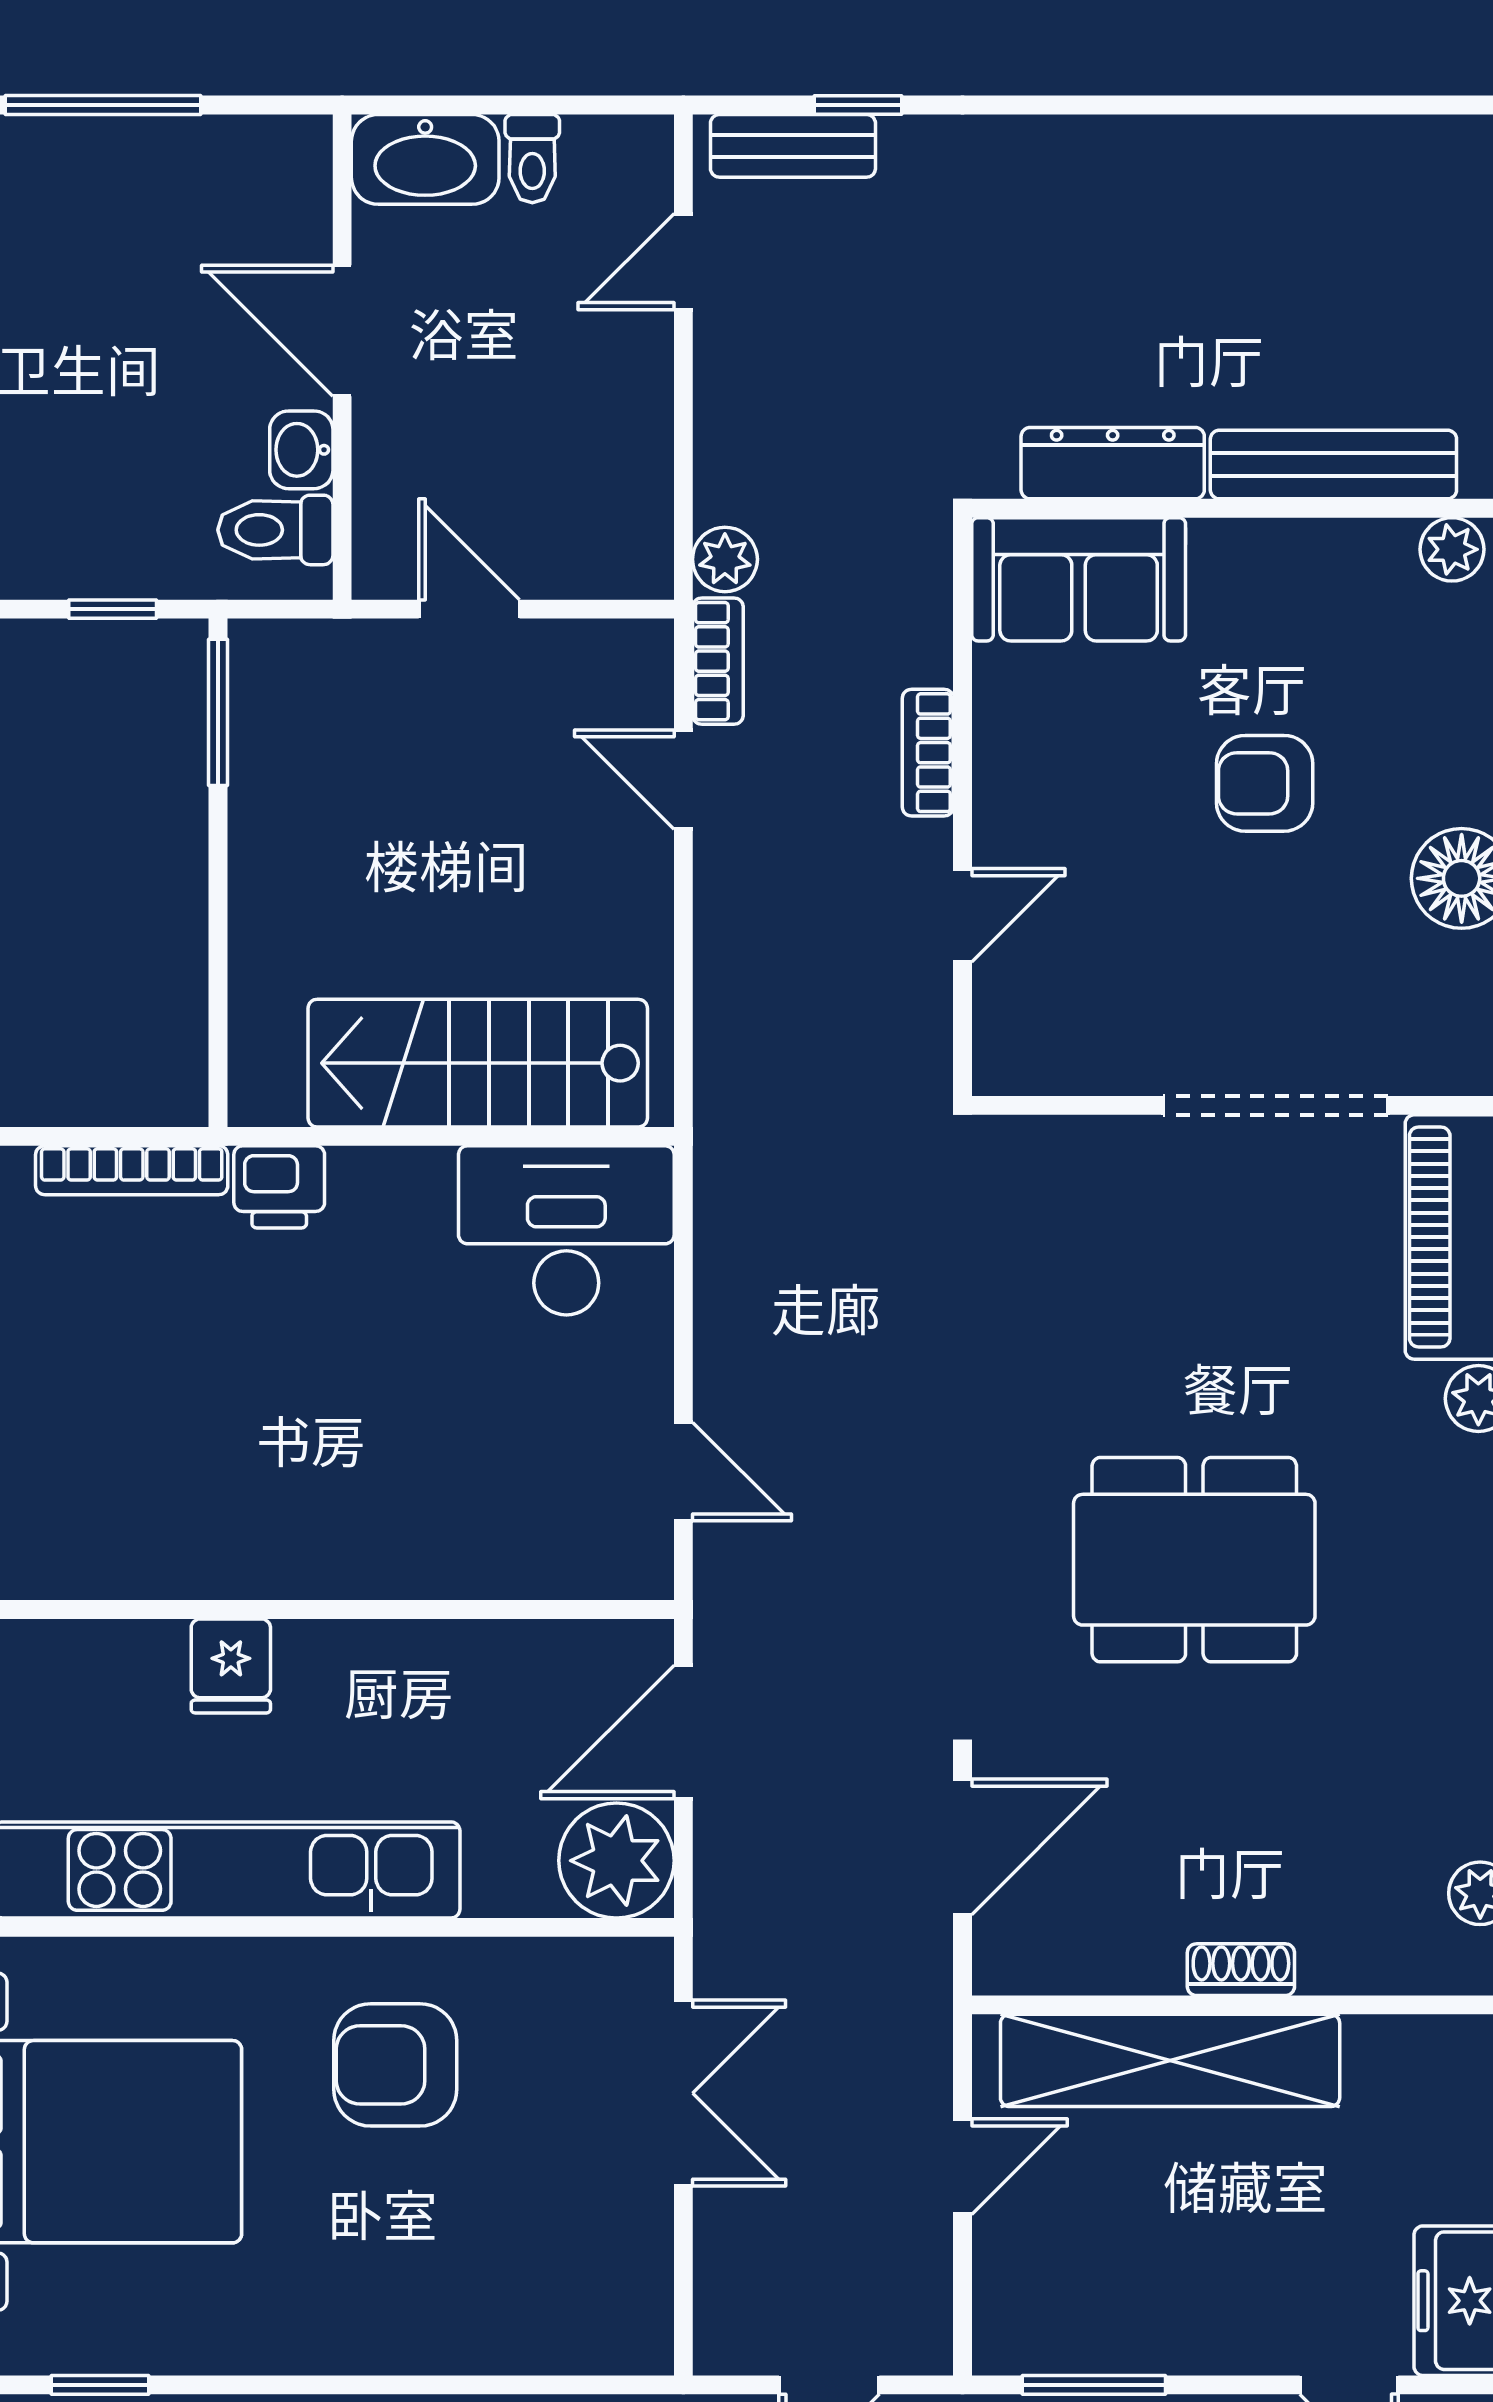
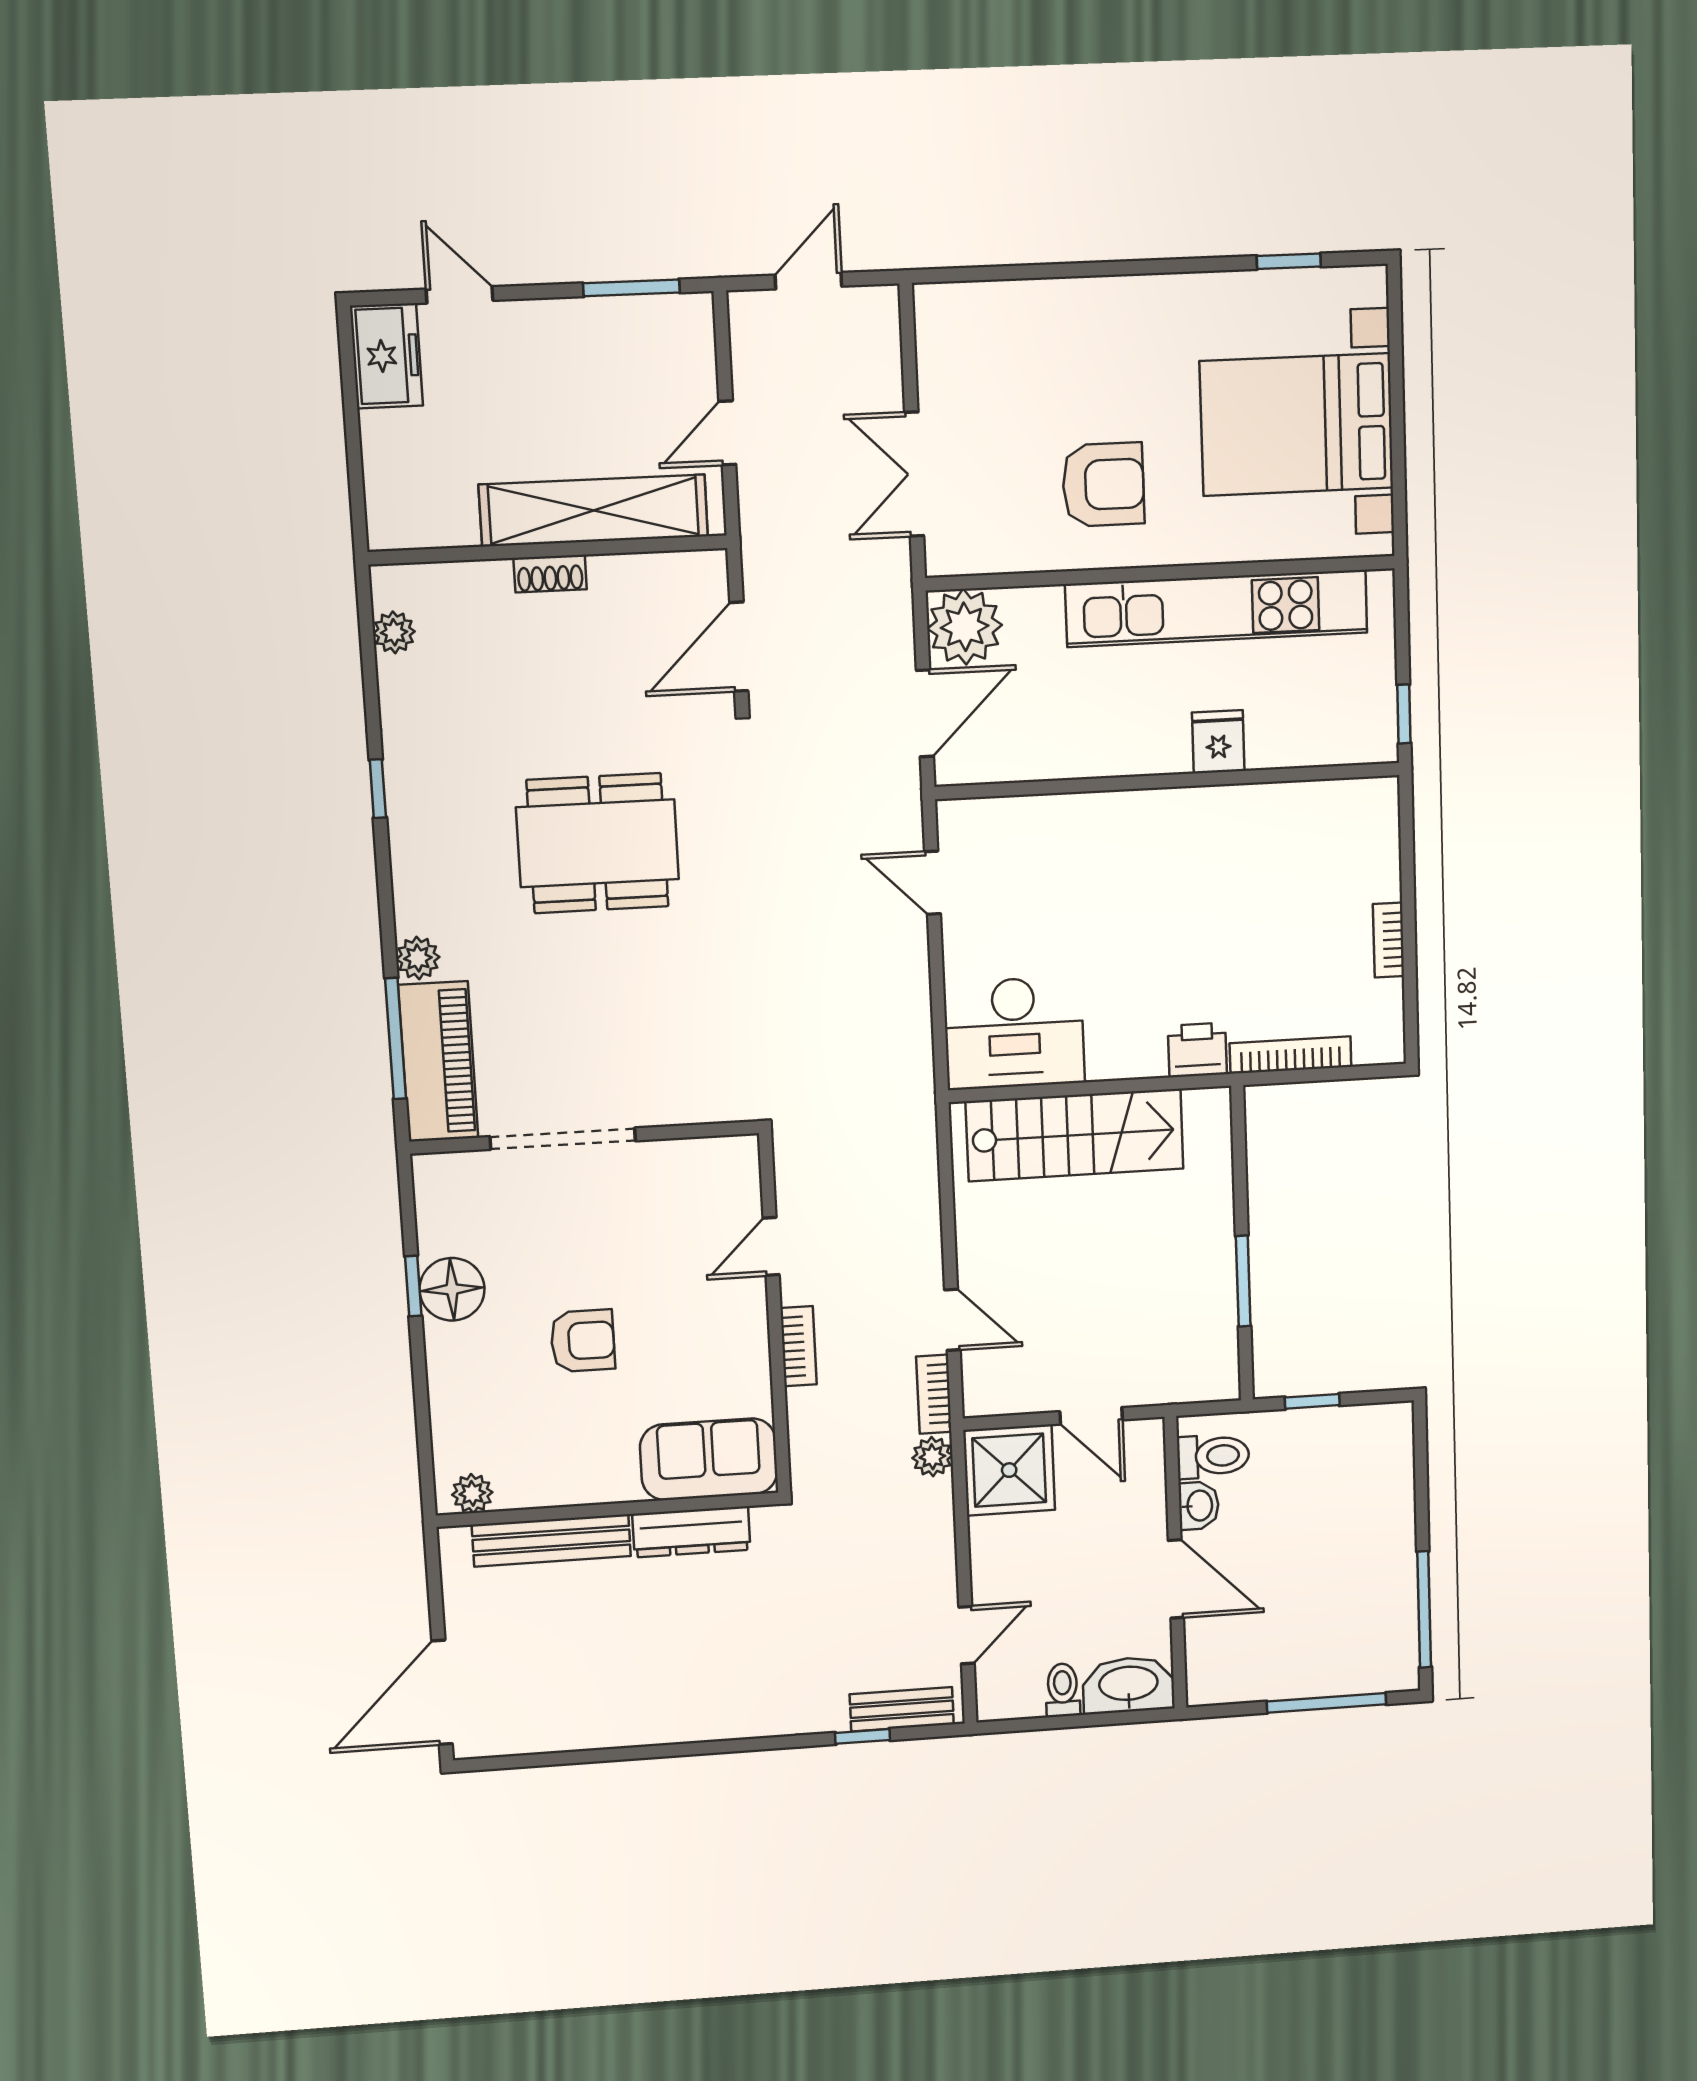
shower: (603, 529) -> (1009, 1470), added
window: (218, 712) -> (1243, 1281), moved

